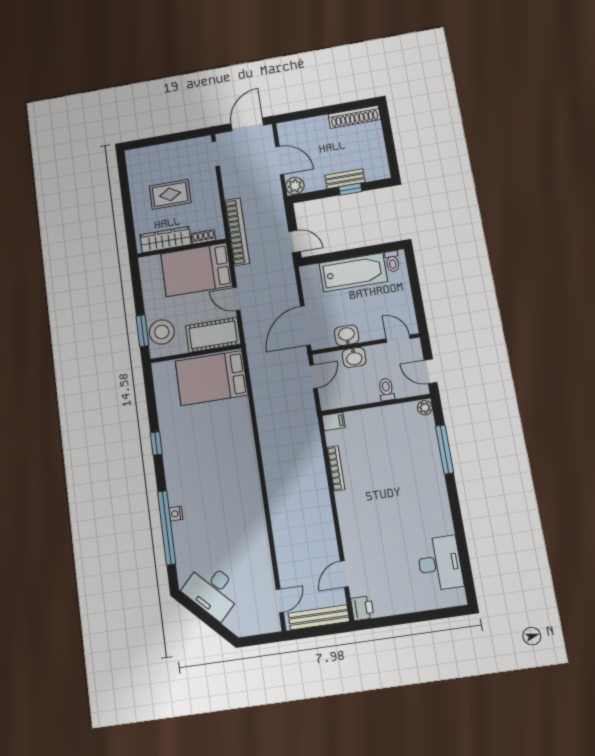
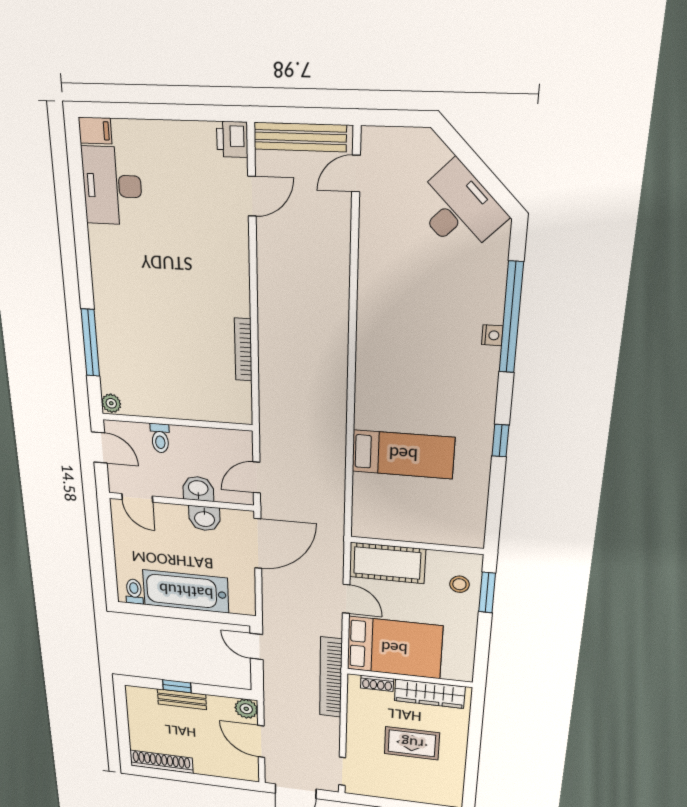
stool: (162, 332) -> (459, 584), width x0.53, depth x0.53
bed: (212, 378) -> (403, 454), moved, width x0.67
filing cabinet: (333, 421) -> (95, 131), moved, turned 180

